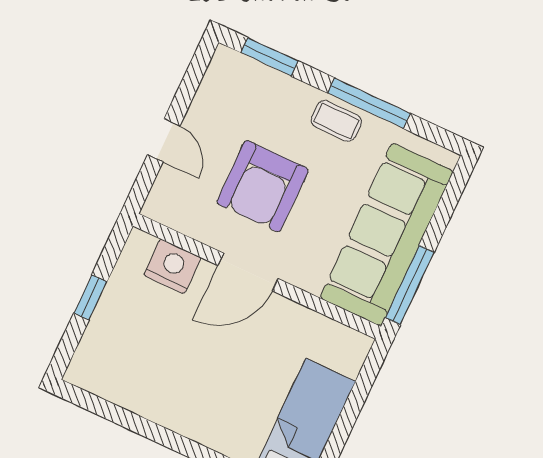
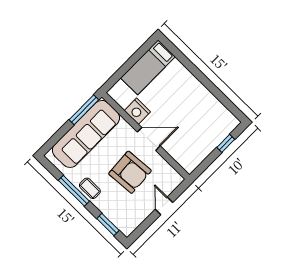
armchair: (263, 186) -> (130, 172), turned 86
nightstand: (172, 266) -> (137, 111), moved
window: (90, 297) -> (226, 143), moved

